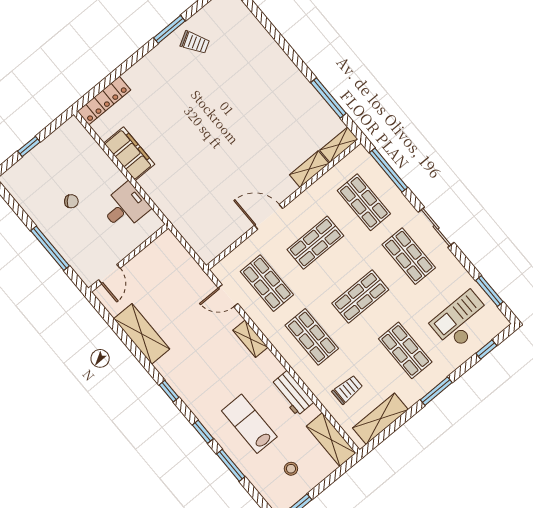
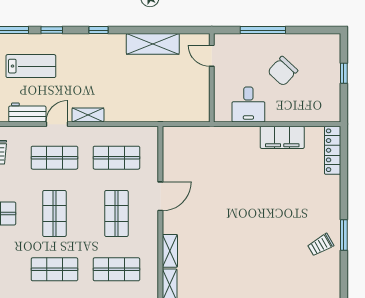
chair: (71, 201) -> (283, 71), width x1.87, depth x1.87
door: (228, 296) -> (57, 124), moved

